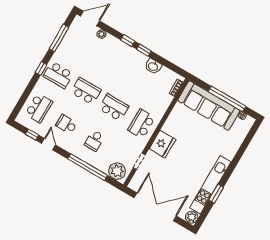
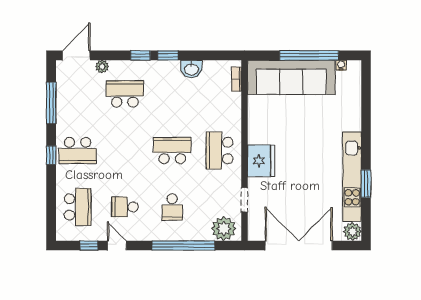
school desk: (86, 91) -> (125, 94), moved

